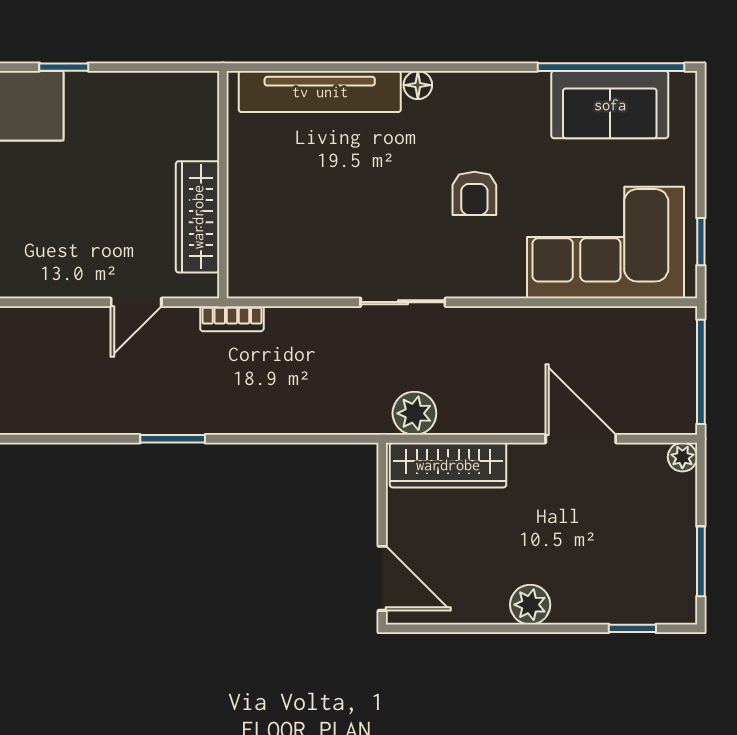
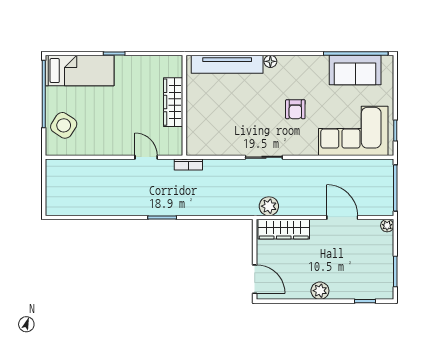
wardrobe: (198, 217) -> (173, 102), moved
door: (136, 302) -> (146, 157), swing flipped

